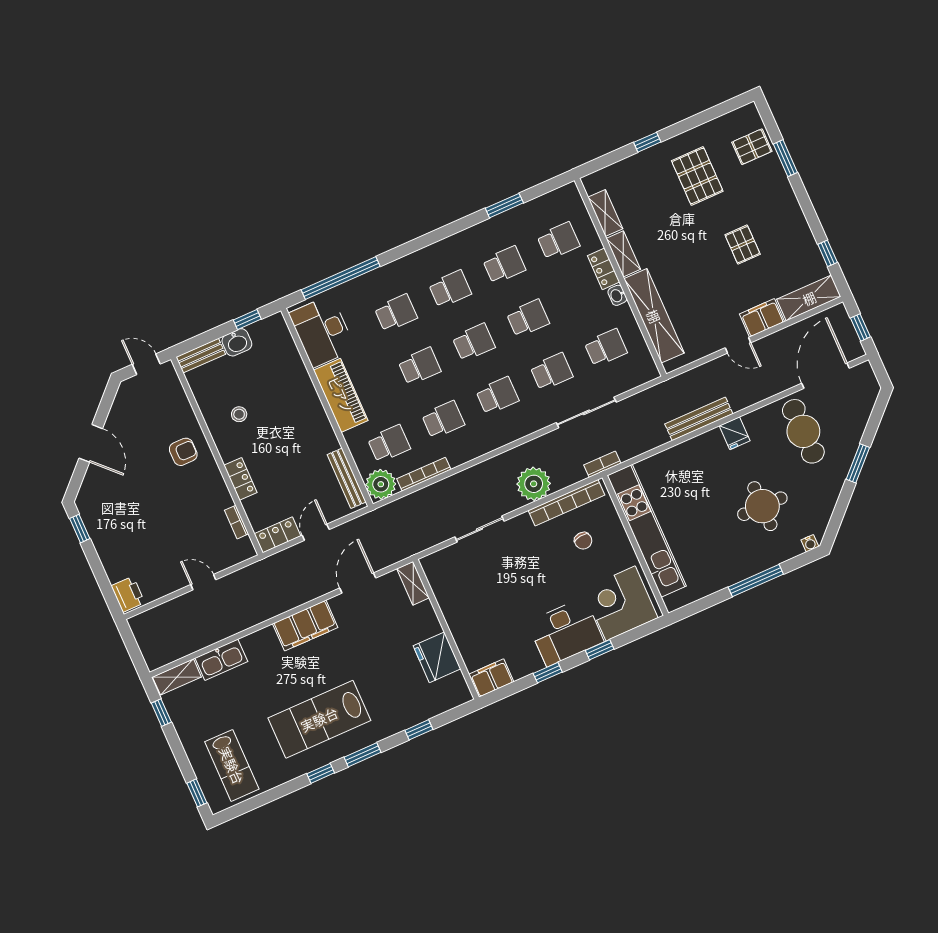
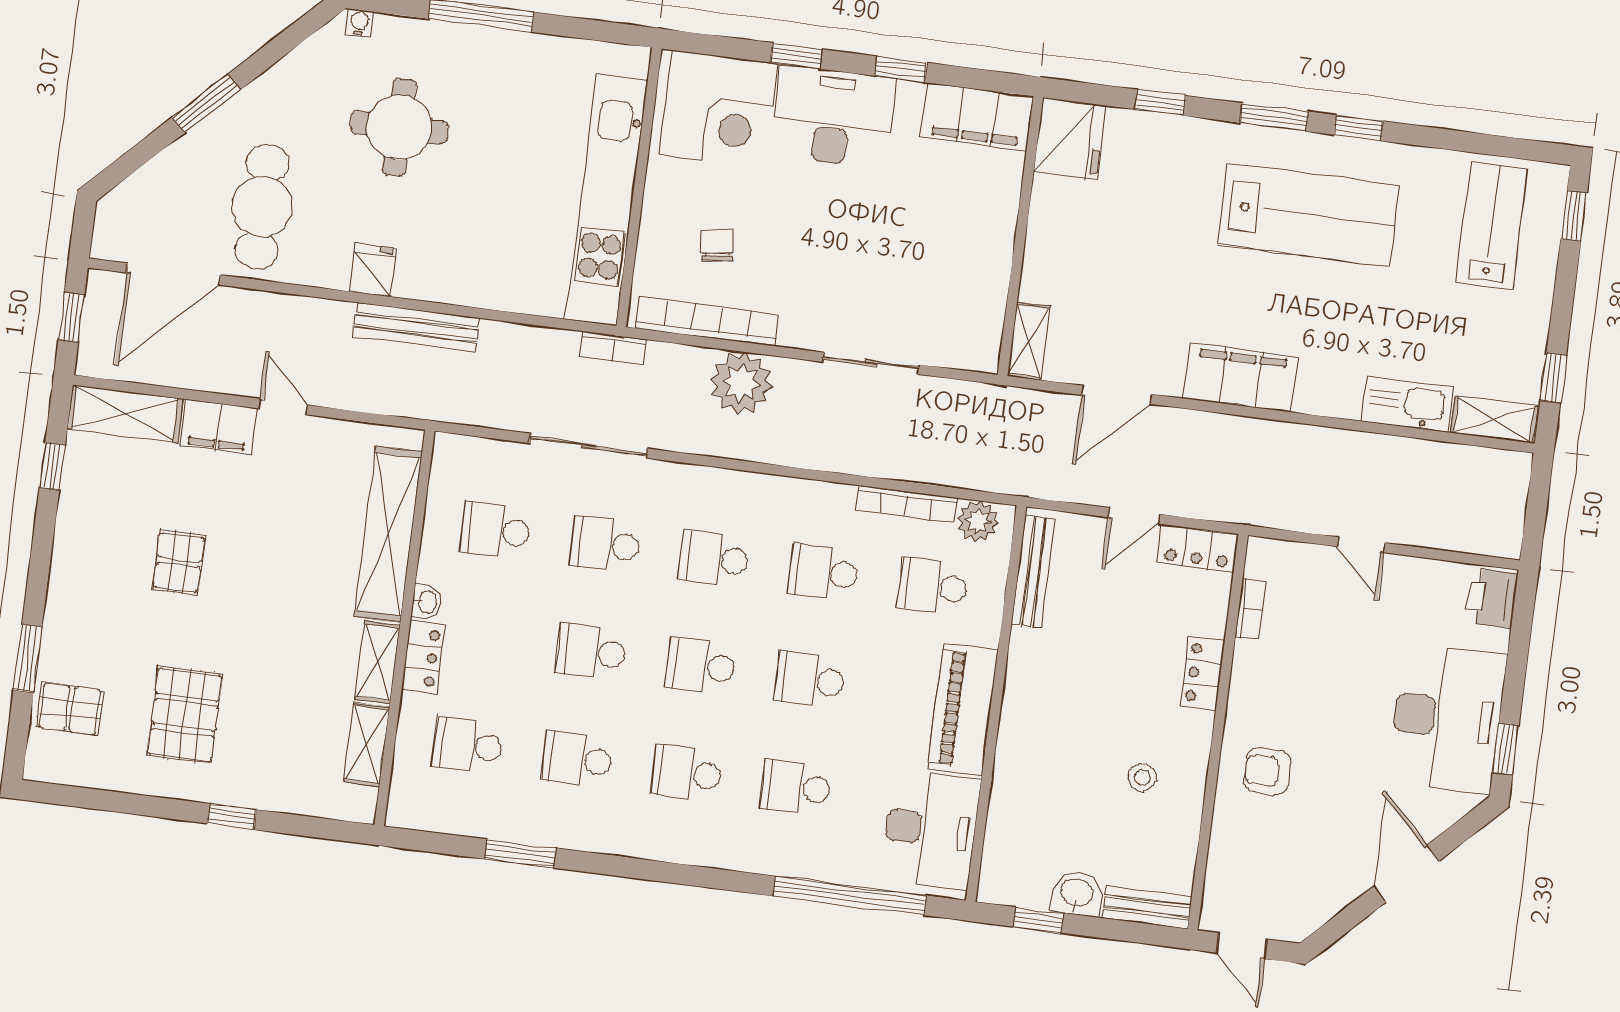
plant: (381, 484) -> (978, 521), width x0.73, depth x0.73
desk: (115, 526) -> (1447, 718), added
fridge: (437, 657) -> (1070, 139), moved
filing cabinet: (491, 678) -> (977, 117), width x1.50, depth x1.17

